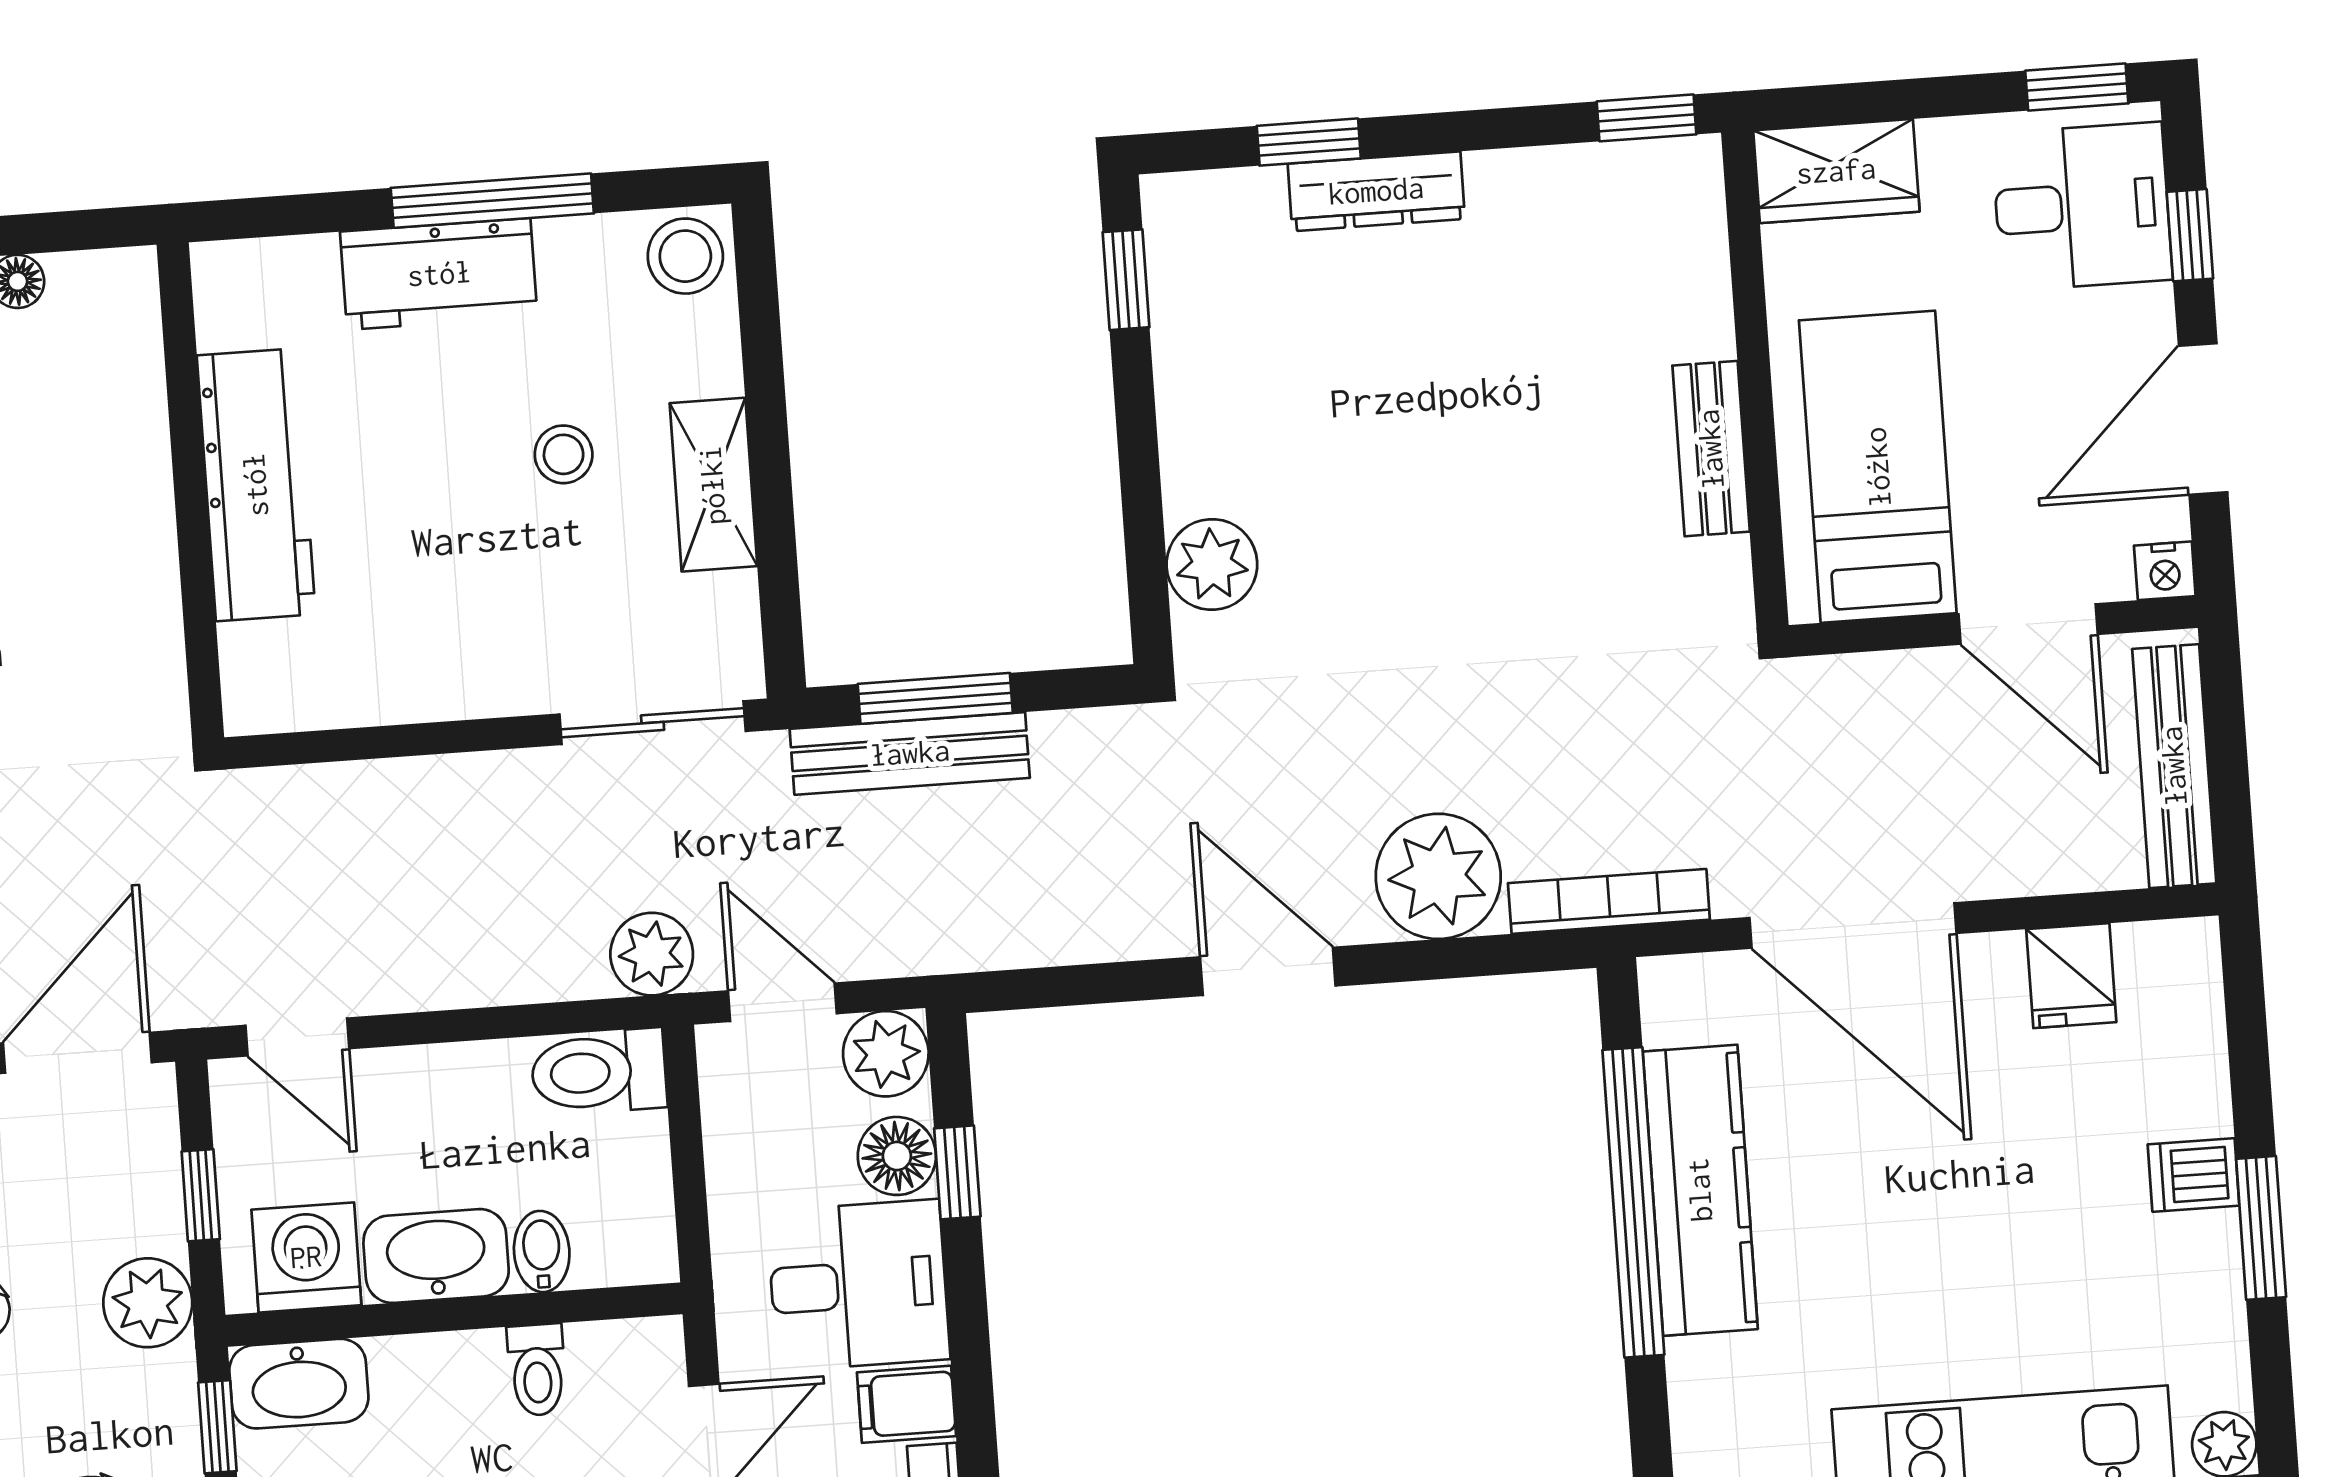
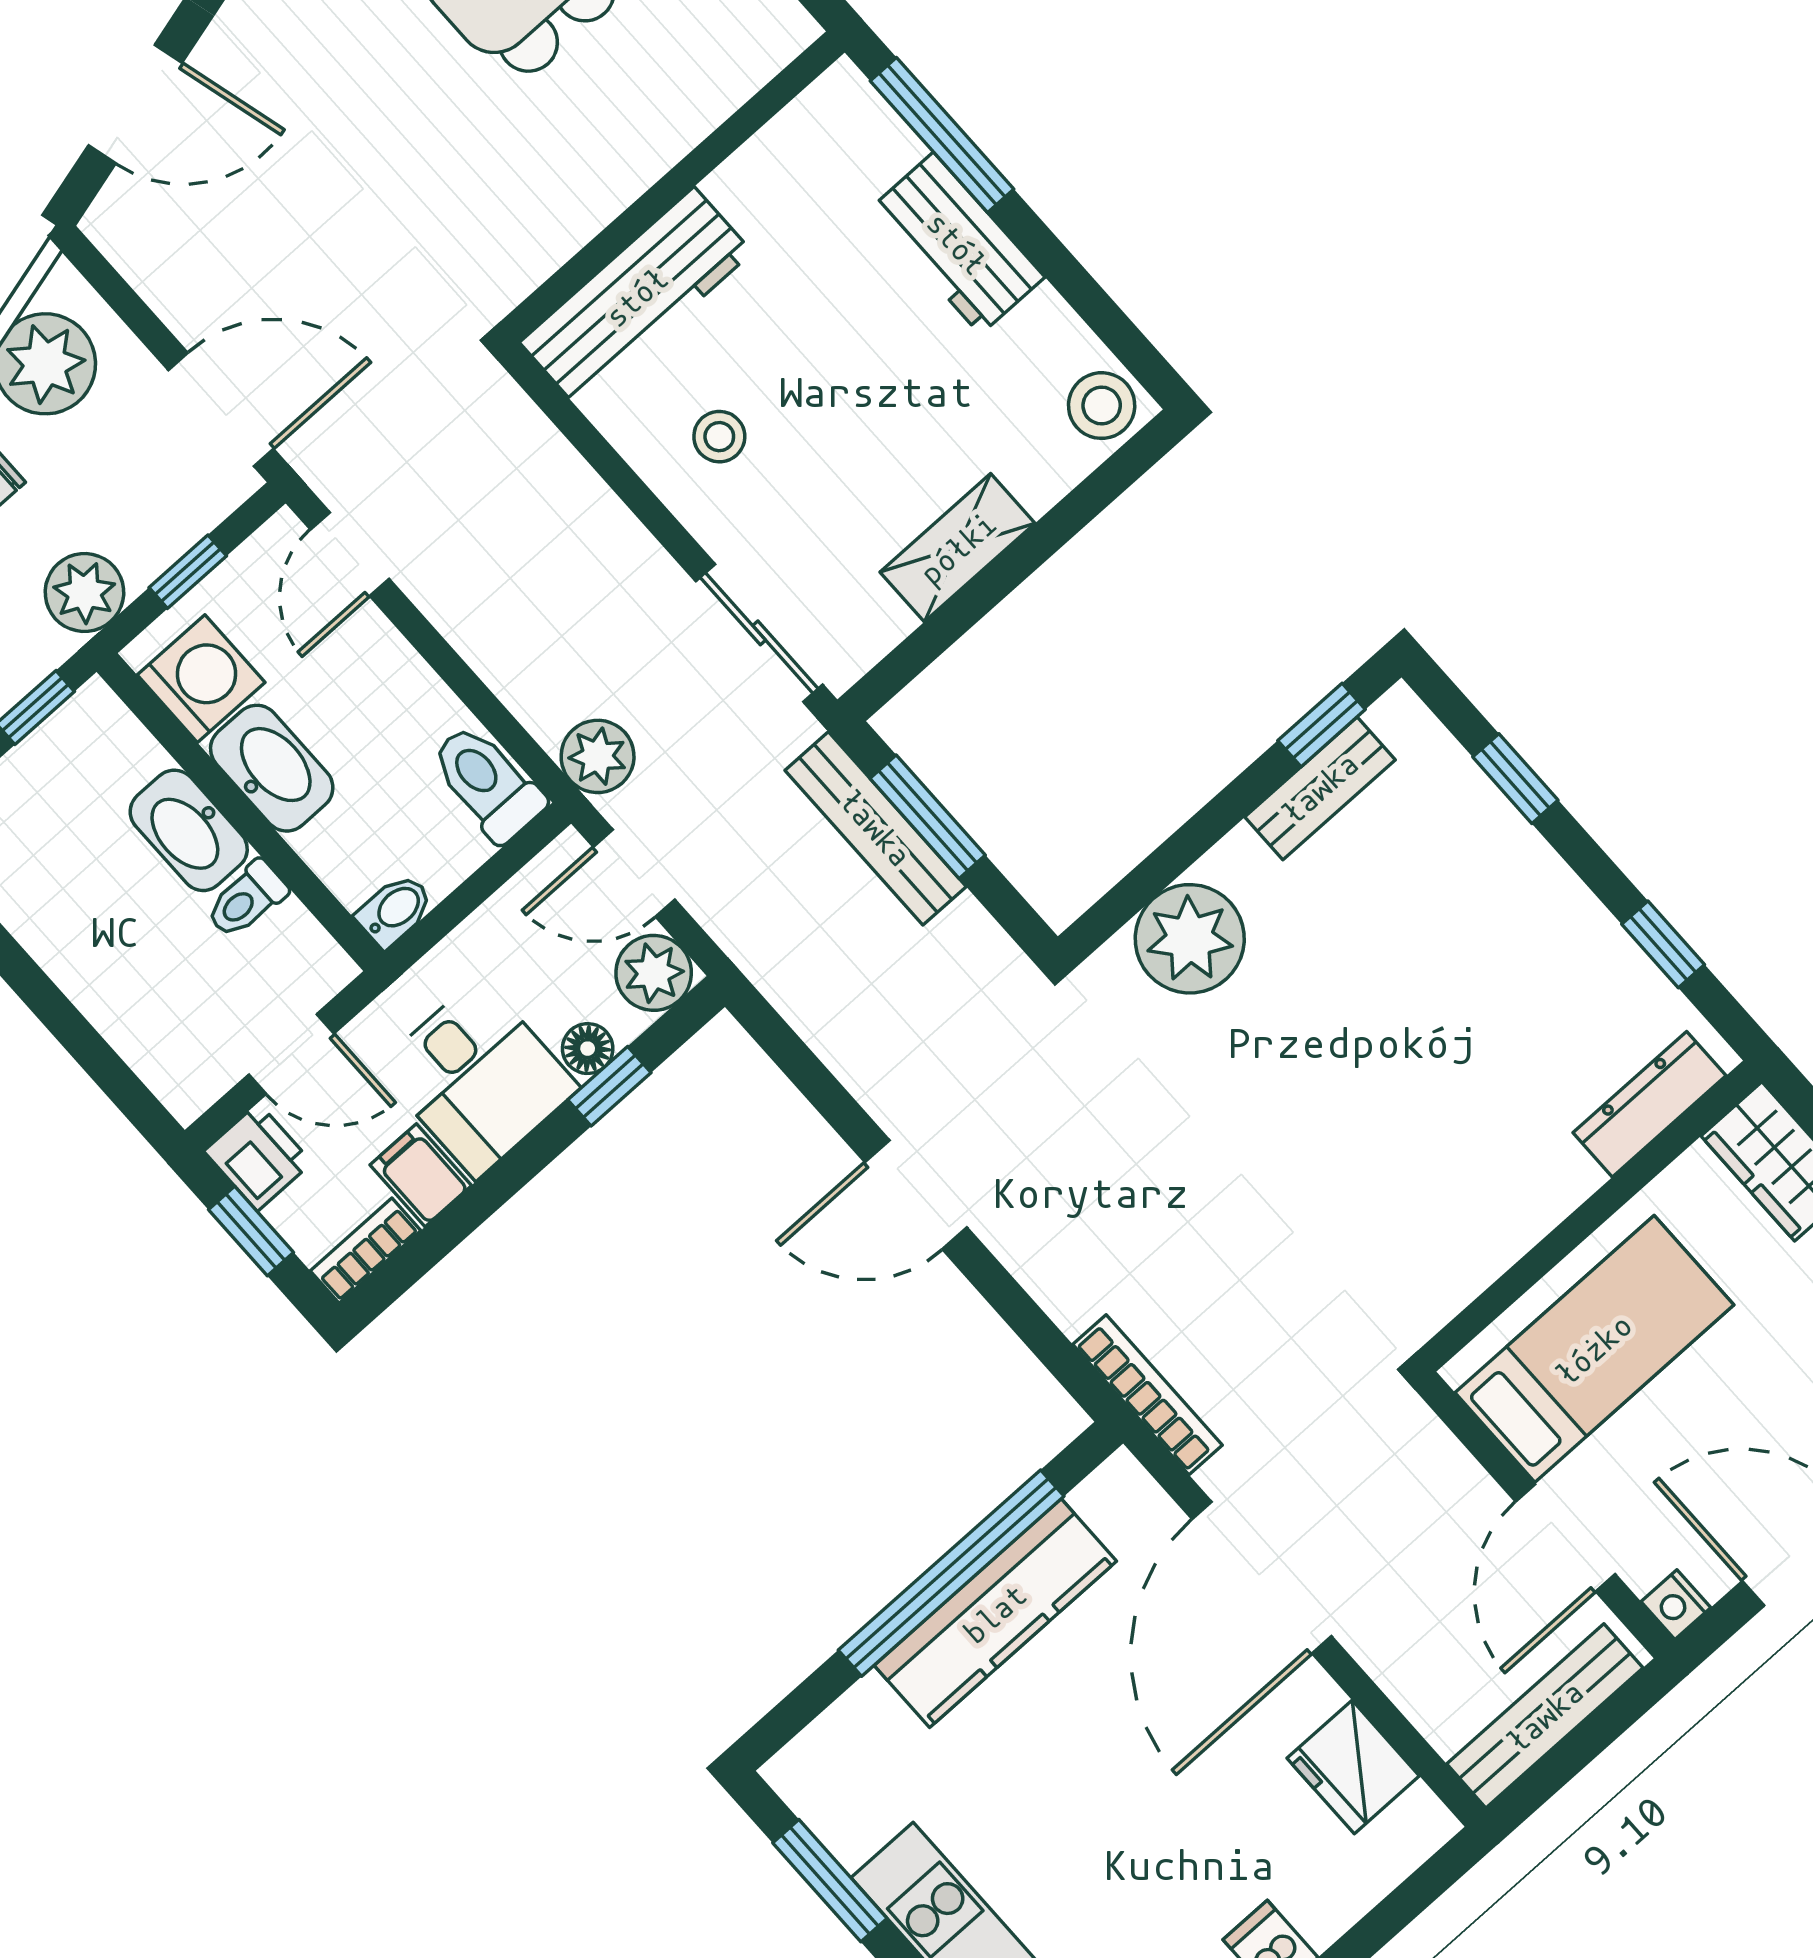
window: (1647, 118) -> (1663, 944), moved
dresser: (1376, 191) -> (1650, 1104), moved, turned 90
window: (492, 201) -> (942, 135), moved
bench: (1711, 449) -> (1320, 788), moved
stool: (564, 454) -> (719, 437), moved
workbench: (256, 485) -> (636, 297), moved
plant: (1212, 564) -> (1190, 939), width x1.36, depth x1.36
plant: (1438, 876) -> (1073, 1262), removed
door: (1268, 971) -> (916, 1195), swing flipped
fridge: (2071, 976) -> (1353, 1767), width x1.38
door: (782, 1002) -> (634, 873), swing flipped
floor lamp: (897, 1156) -> (588, 1049), width x0.73, depth x0.73
bidet: (542, 1251) -> (395, 910), moved
washbasin: (299, 1384) -> (189, 830), moved

